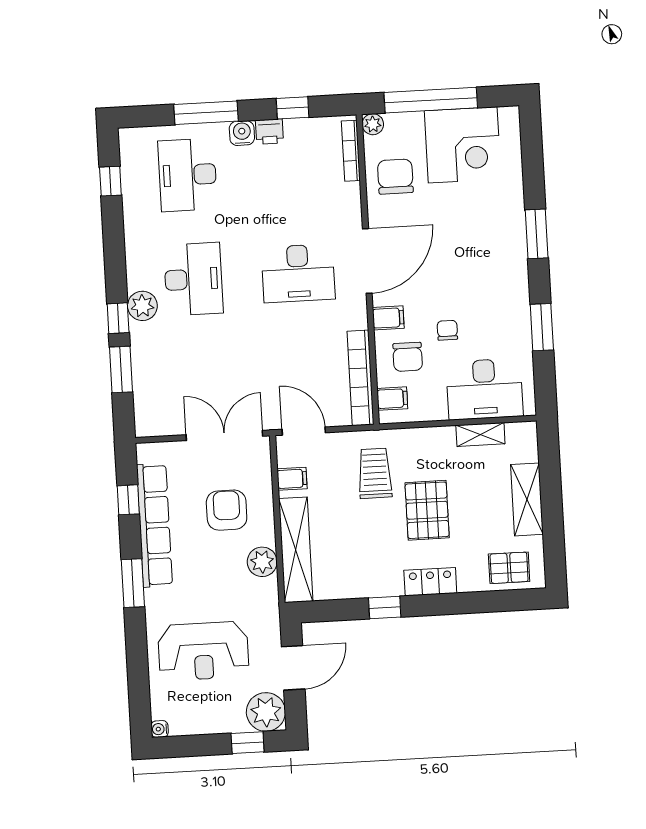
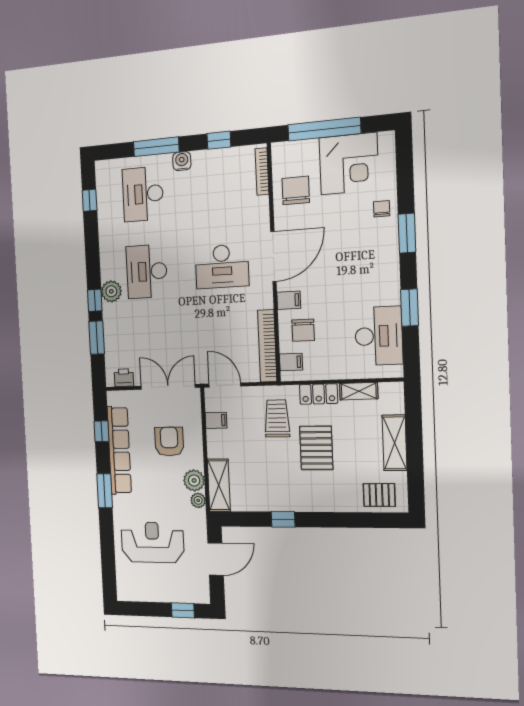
plant: (373, 124) -> (279, 150), removed
printer: (269, 132) -> (124, 378), moved, turned 180
desk: (193, 279) -> (147, 271), turned 180
chair: (447, 330) -> (382, 209), moved
desk: (485, 389) -> (379, 336), moved, turned -90
shelving: (296, 550) -> (219, 485), width x0.68
locker: (430, 582) -> (319, 394), moved, turned 180
reception desk: (203, 651) -> (152, 542), turned 180
plant: (266, 712) -> (198, 500), moved, width x0.53, depth x0.53
water cooler: (160, 729) -> (122, 595), removed

